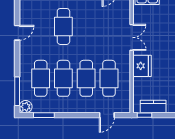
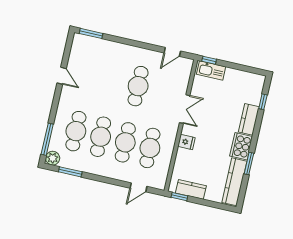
cafe table: (63, 26) -> (138, 86), moved
door: (17, 33) -> (62, 76), hinge flipped
fridge: (142, 66) -> (186, 142), width x0.53, depth x0.75

